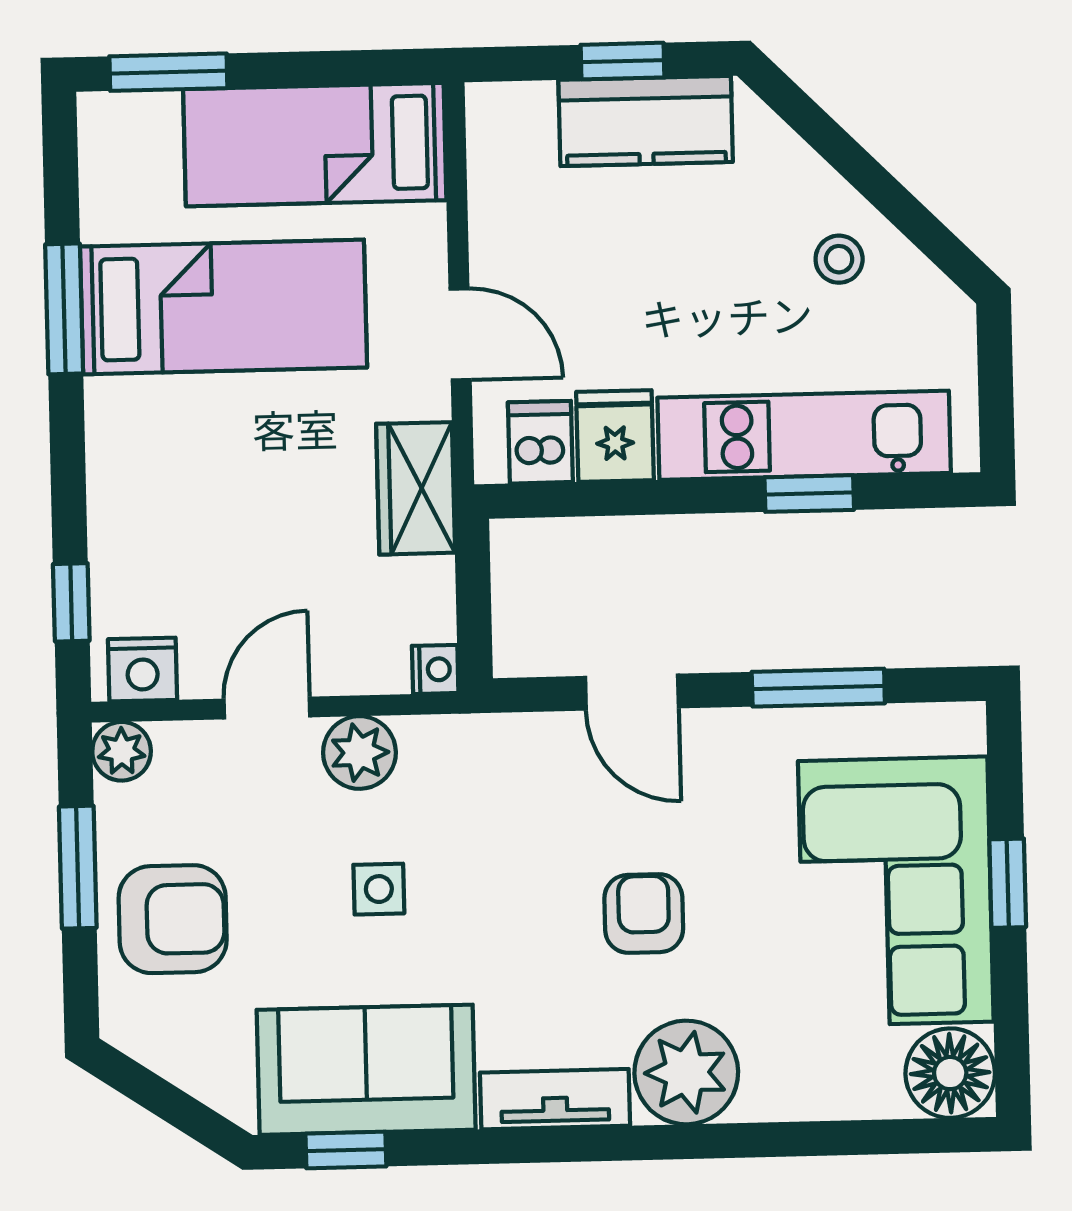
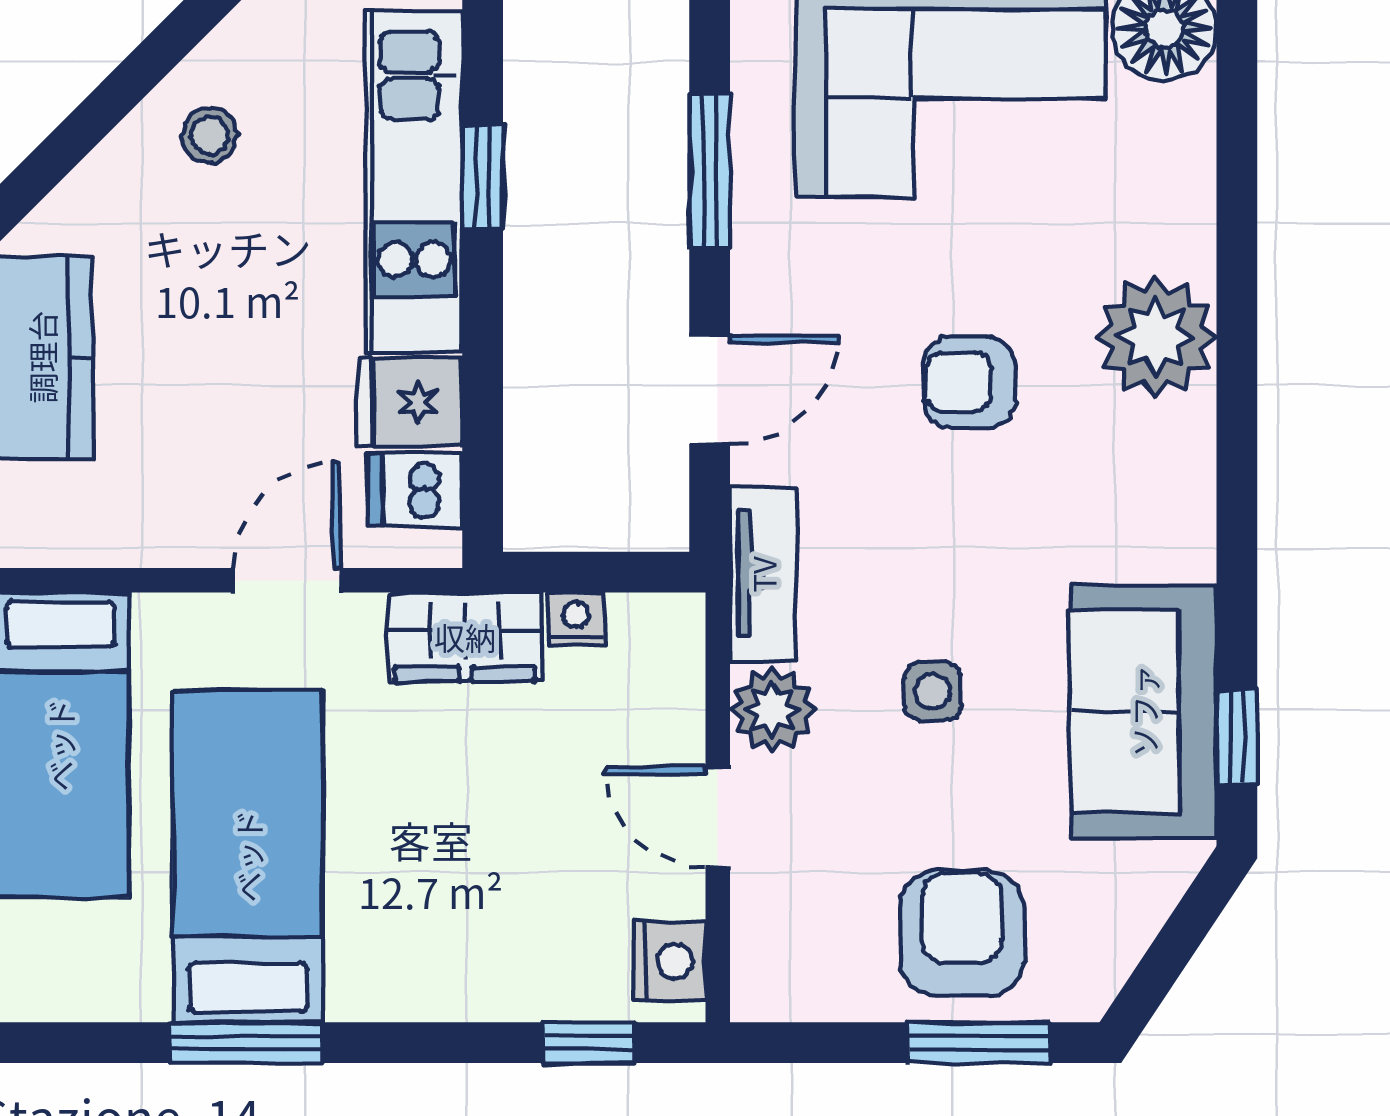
nightstand: (435, 669) -> (576, 619), moved
plant: (122, 751) -> (764, 988), removed
window: (78, 867) -> (980, 1043), moved
tv unit: (555, 1099) -> (763, 574), moved, turned 180

